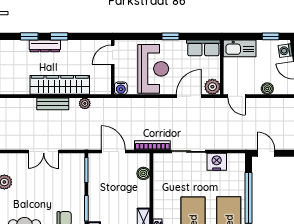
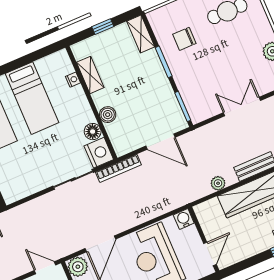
nightstand: (217, 162) -> (99, 153), moved, turned -90
boiler: (143, 173) -> (108, 115), moved
floor lamp: (160, 180) -> (93, 132), added

